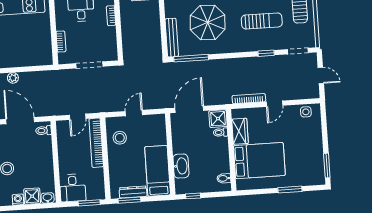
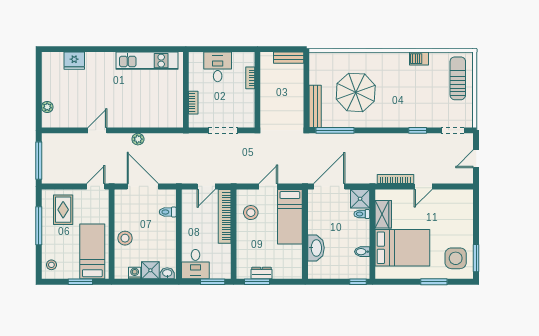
sun lounger: (262, 21) -> (415, 95), removed
door: (321, 75) -> (476, 159), swing flipped
side table: (306, 112) -> (456, 258), moved, width x1.87, depth x1.87
toilet: (44, 130) -> (168, 212), moved
bed: (158, 171) -> (290, 217), moved, turned 180
bidet: (224, 178) -> (362, 252), moved
dresser: (133, 192) -> (261, 273), width x0.70
window: (193, 196) -> (358, 282), moved

